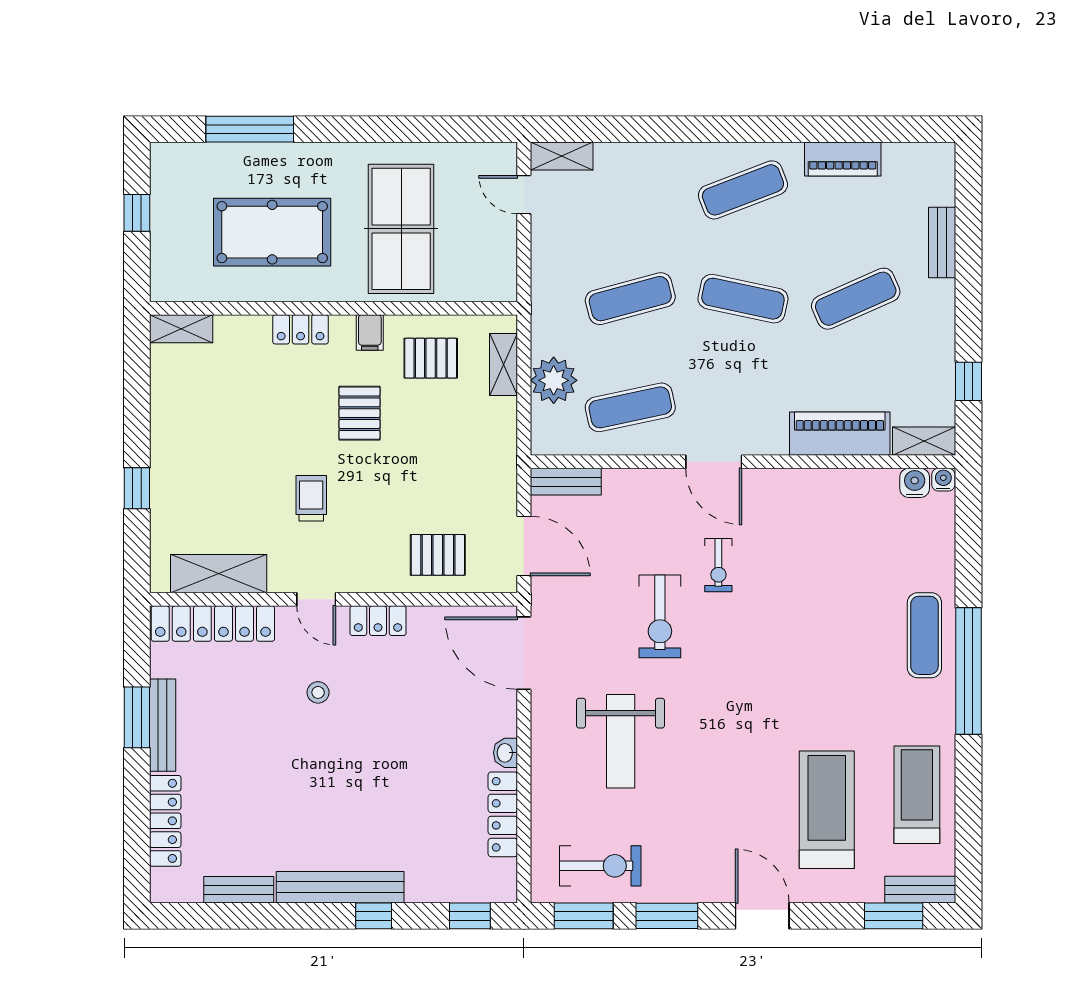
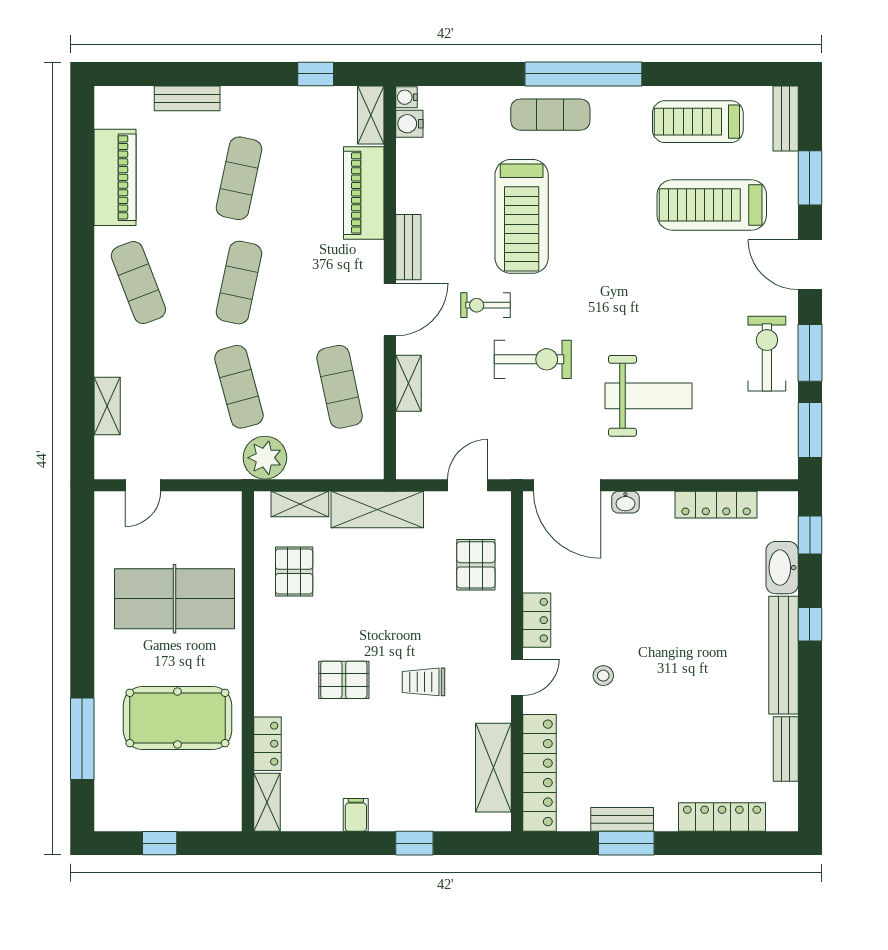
shelving: (562, 156) -> (107, 406), moved
piano: (843, 159) -> (115, 177), width x1.37, depth x1.33
pool table: (272, 232) -> (177, 718), turned 90
exercise mat: (856, 299) -> (239, 178), turned 36
locker: (301, 329) -> (267, 744), moved
filing cabinet: (370, 332) -> (356, 815), moved, turned -90
plant: (554, 380) -> (265, 458), moved
pallet: (359, 413) -> (344, 680), moved
shelving: (498, 448) -> (377, 510), added
bench: (566, 482) -> (408, 247), moved
shelving: (634, 482) -> (408, 383), added
door: (524, 546) -> (468, 485), width x0.73
exercise bike: (718, 565) -> (485, 305), turned 180
treadmill: (814, 604) -> (522, 216), added
door: (524, 653) -> (567, 485), hinge flipped
bench: (163, 725) -> (622, 819), width x0.73
washbasin: (506, 753) -> (625, 502), moved
exercise bike: (600, 866) -> (767, 354), moved
washbasin: (435, 886) -> (782, 568), added
door: (762, 916) -> (810, 265), hinge flipped
window: (894, 916) -> (810, 178), moved

